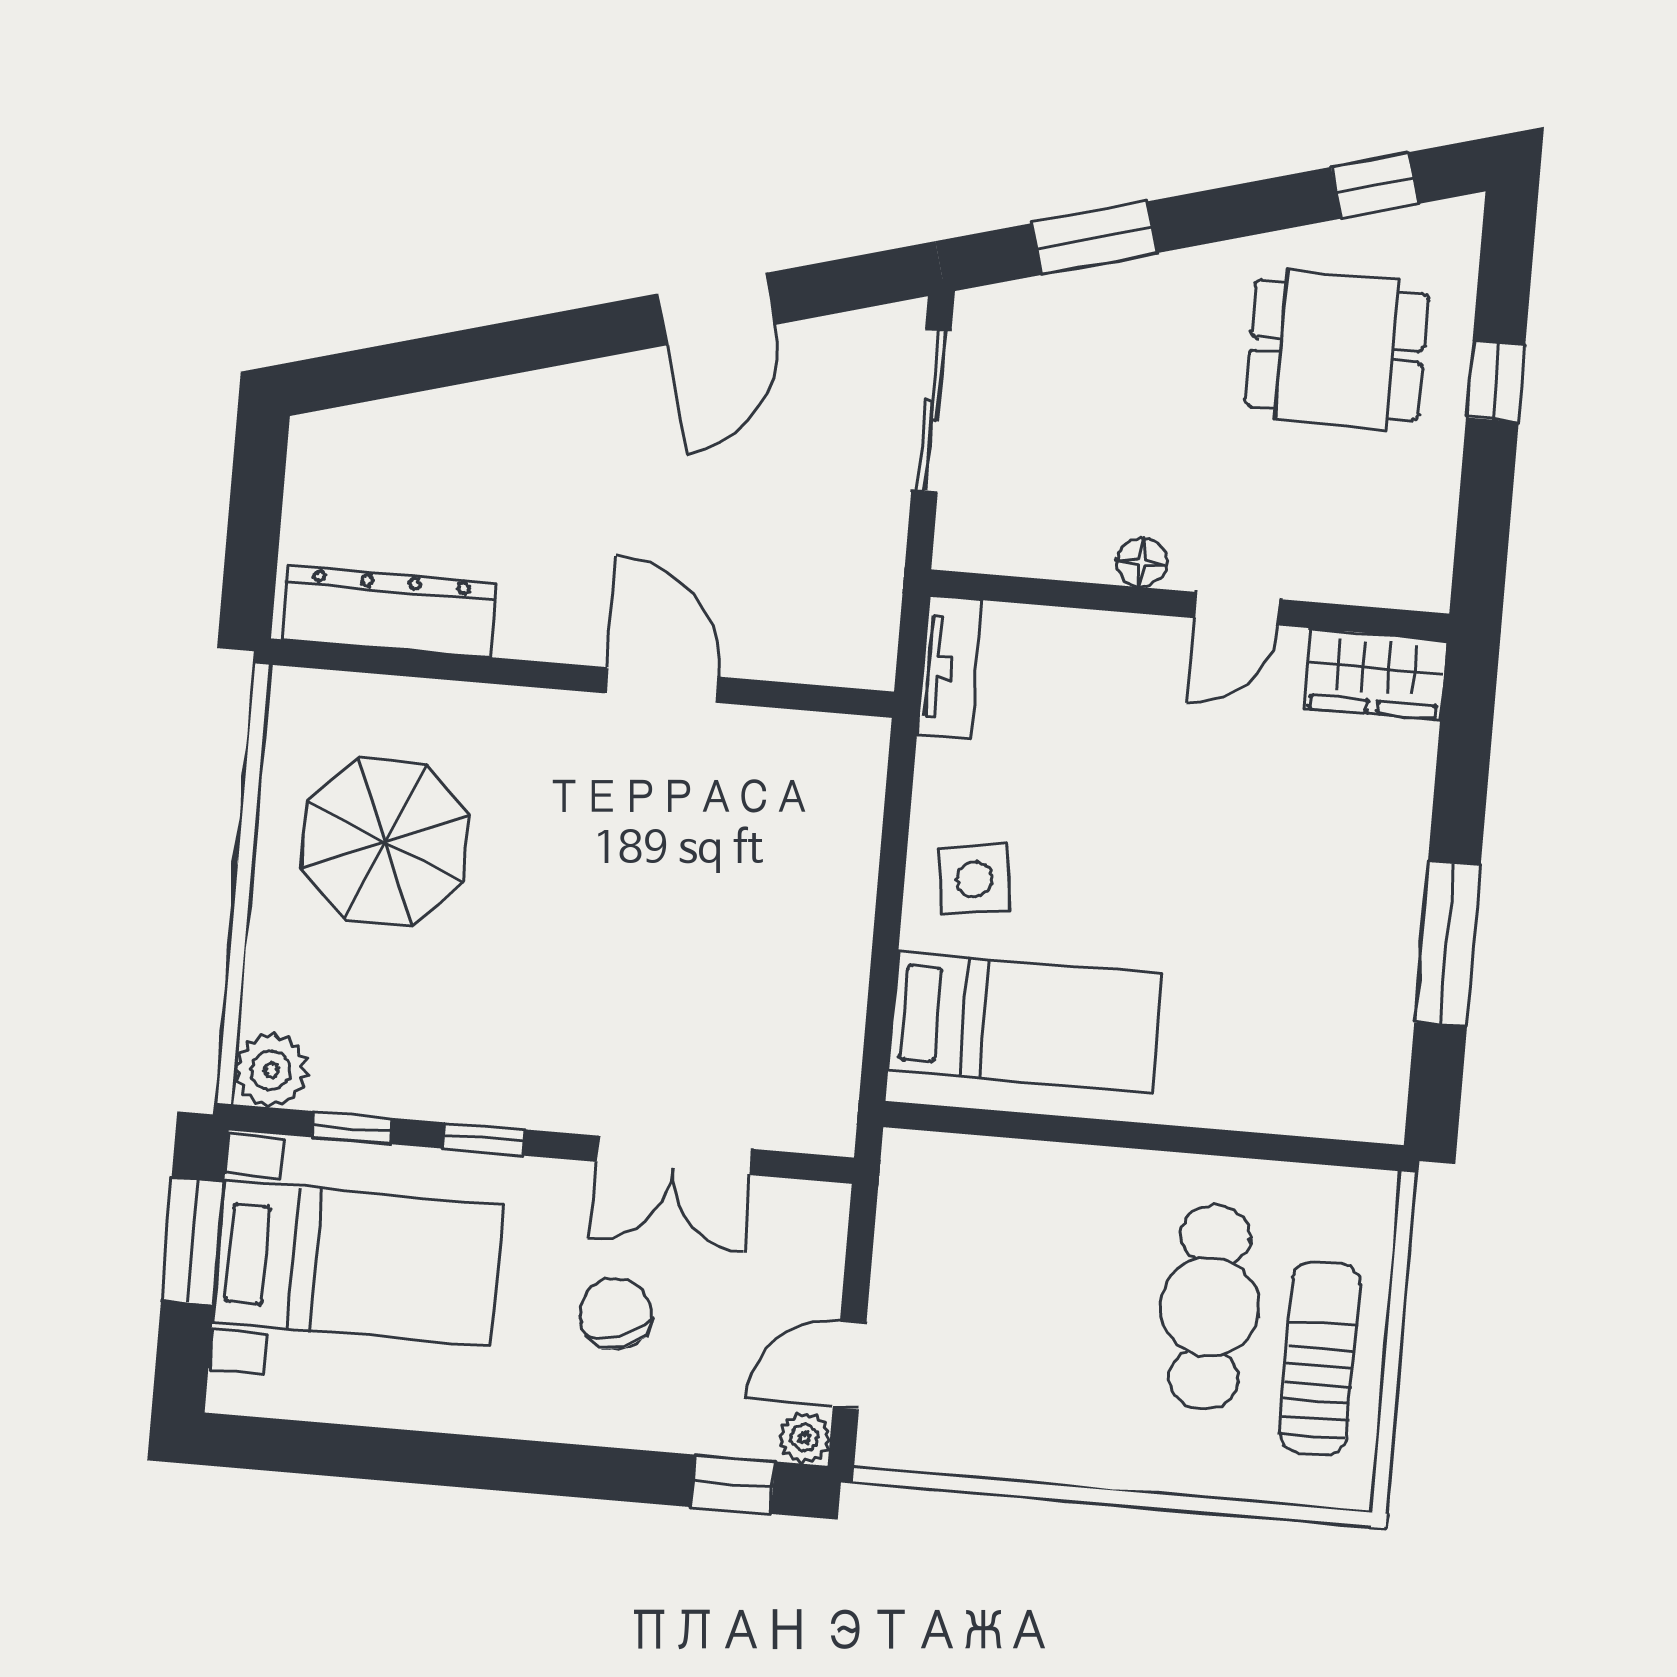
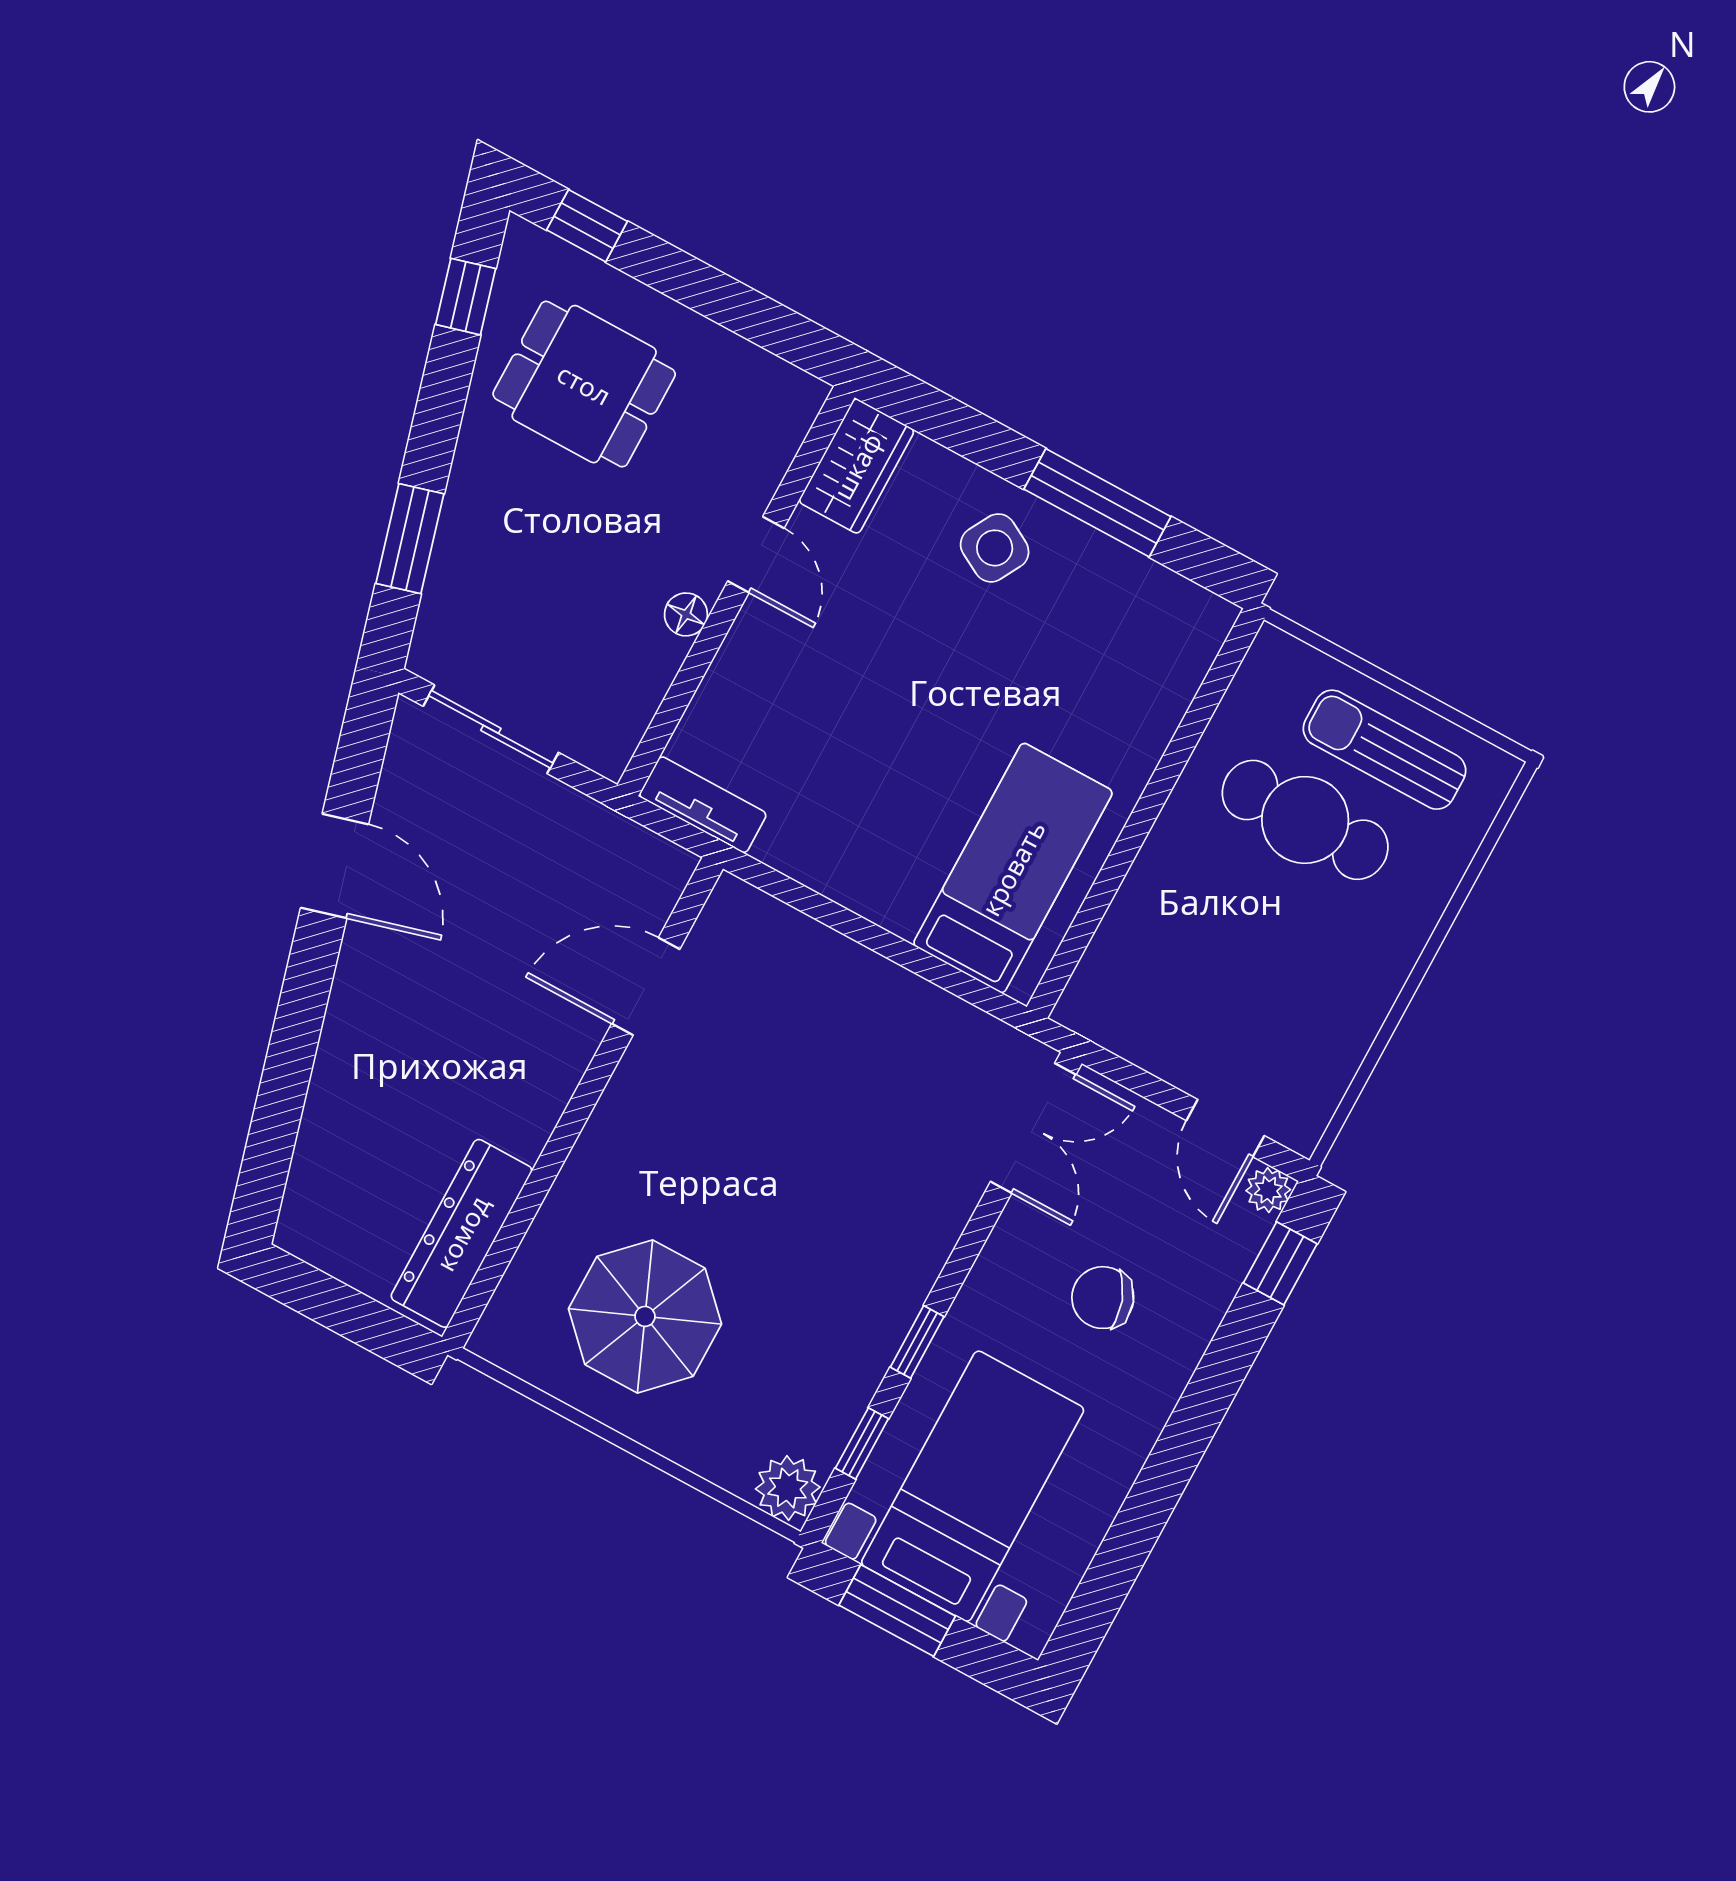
dining table: (1337, 350) -> (584, 384), turned 90
window: (1496, 381) -> (587, 226), moved
door: (662, 685) -> (646, 986), moved
side table: (974, 879) -> (995, 548), moved, turned 37
double door: (674, 1155) -> (1033, 1128), moved

